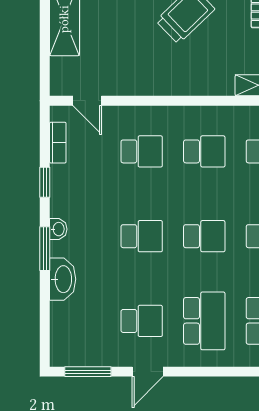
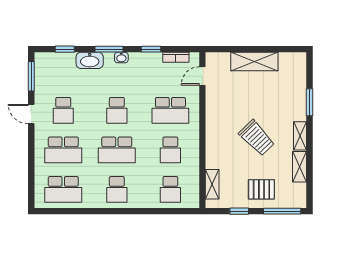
school desk: (142, 151) -> (170, 110), width x1.85
school desk: (204, 236) -> (117, 150), width x1.85
window: (45, 319) -> (65, 49), added

